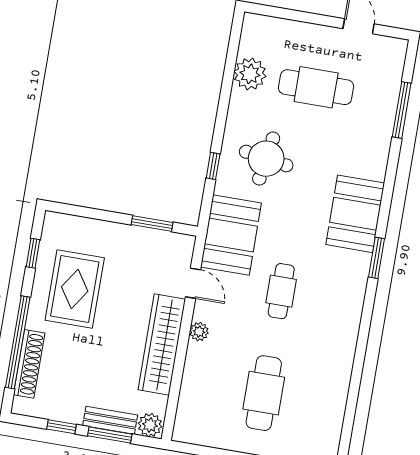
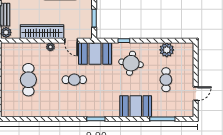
cafe table: (316, 87) -> (166, 80), width x0.73, depth x0.74
booth: (355, 214) -> (136, 106), moved
door: (193, 283) -> (71, 41), hinge flipped
cafe table: (264, 393) -> (28, 80), turned 90

